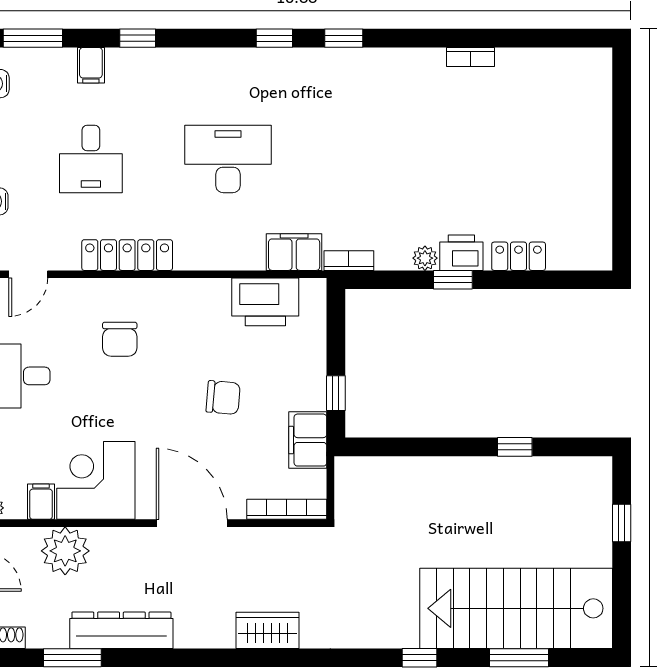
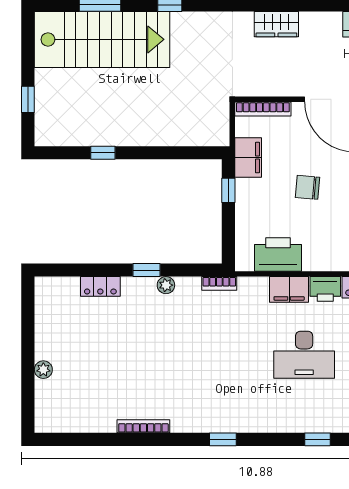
window: (274, 38) -> (317, 439), moved
bookcase: (471, 57) -> (143, 426), width x1.56
plant: (600, 138) -> (43, 370), added
filing cabinet: (294, 252) -> (289, 289), moved
printer: (461, 253) -> (325, 289), moved

